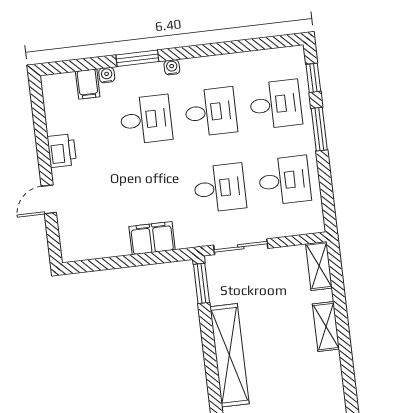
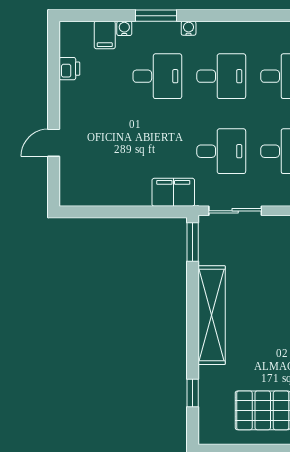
printer: (62, 151) -> (69, 69), moved, width x0.73, depth x0.81
filing cabinet: (152, 238) -> (173, 192), moved

